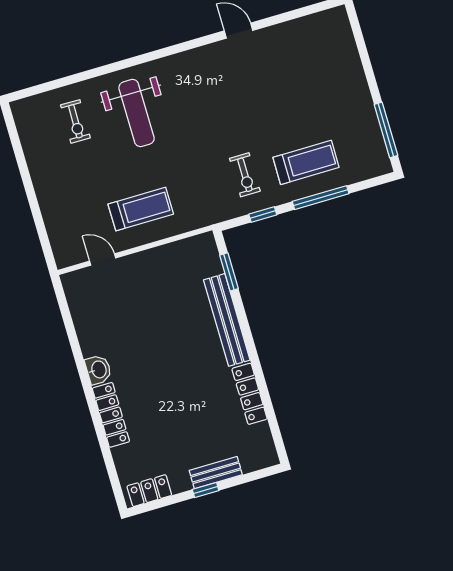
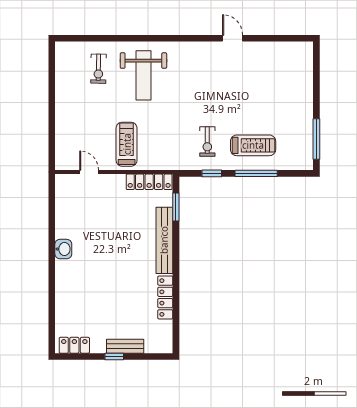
treadmill: (141, 209) -> (127, 144), turned -90
locker: (111, 415) -> (149, 182), moved, turned 90

